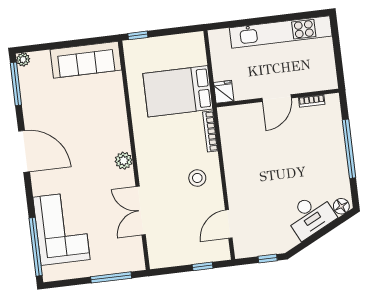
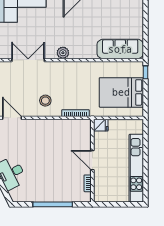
sofa: (86, 60) -> (120, 49), moved, turned 90
bed: (178, 91) -> (121, 92), moved, turned -90
floor lamp: (341, 206) -> (15, 195), removed

